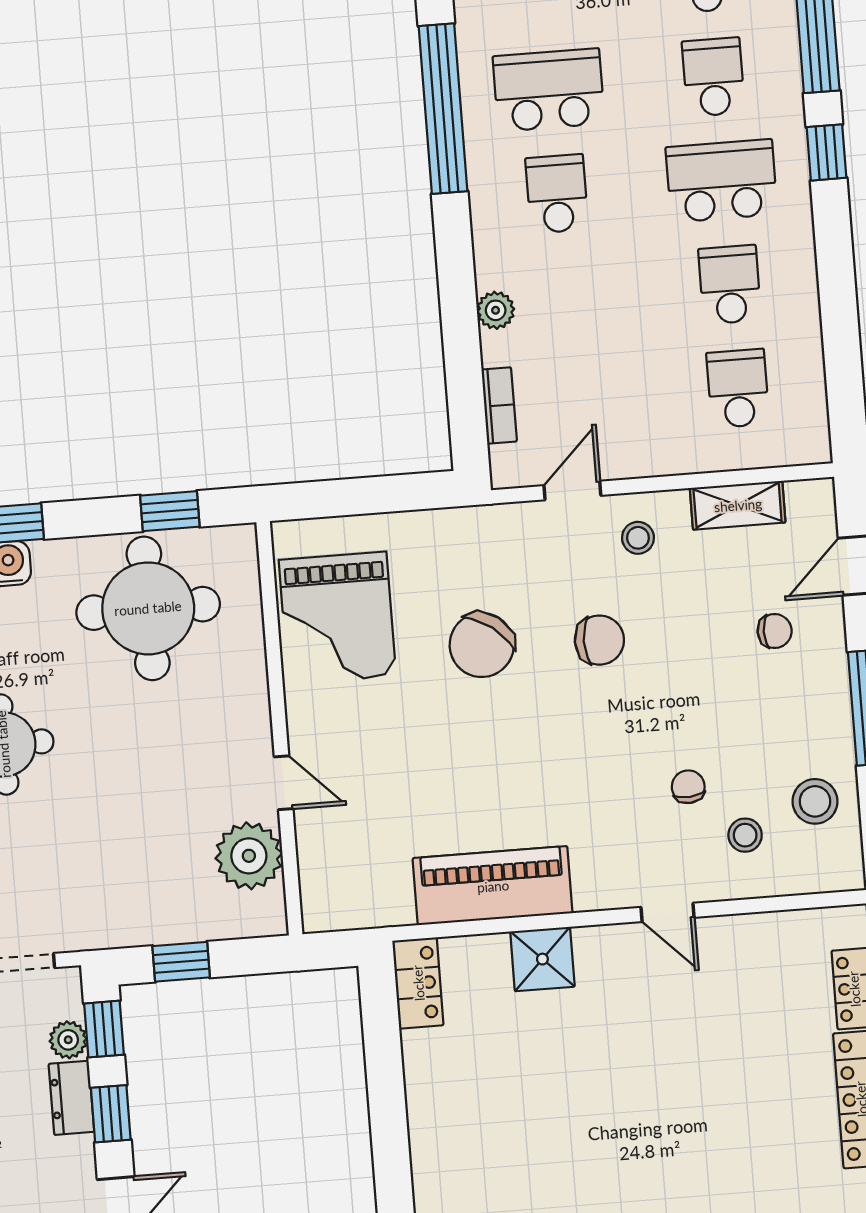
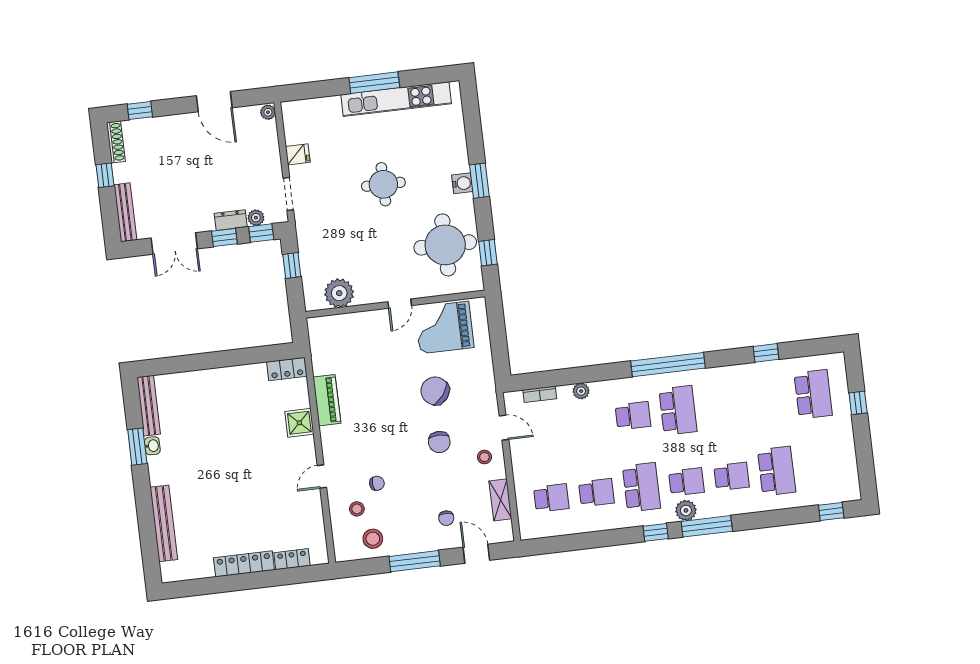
plant: (779, 81) -> (686, 510), added
door: (284, 783) -> (400, 304), moved
piano: (493, 886) -> (327, 400), width x0.73, depth x0.75

